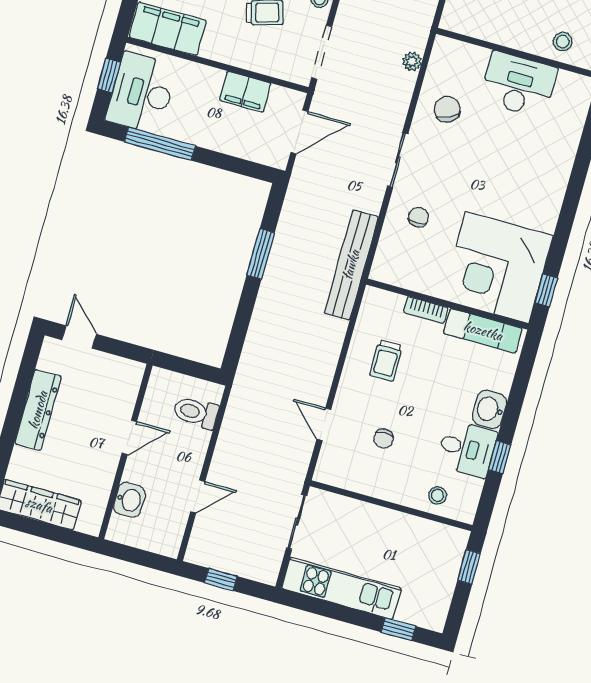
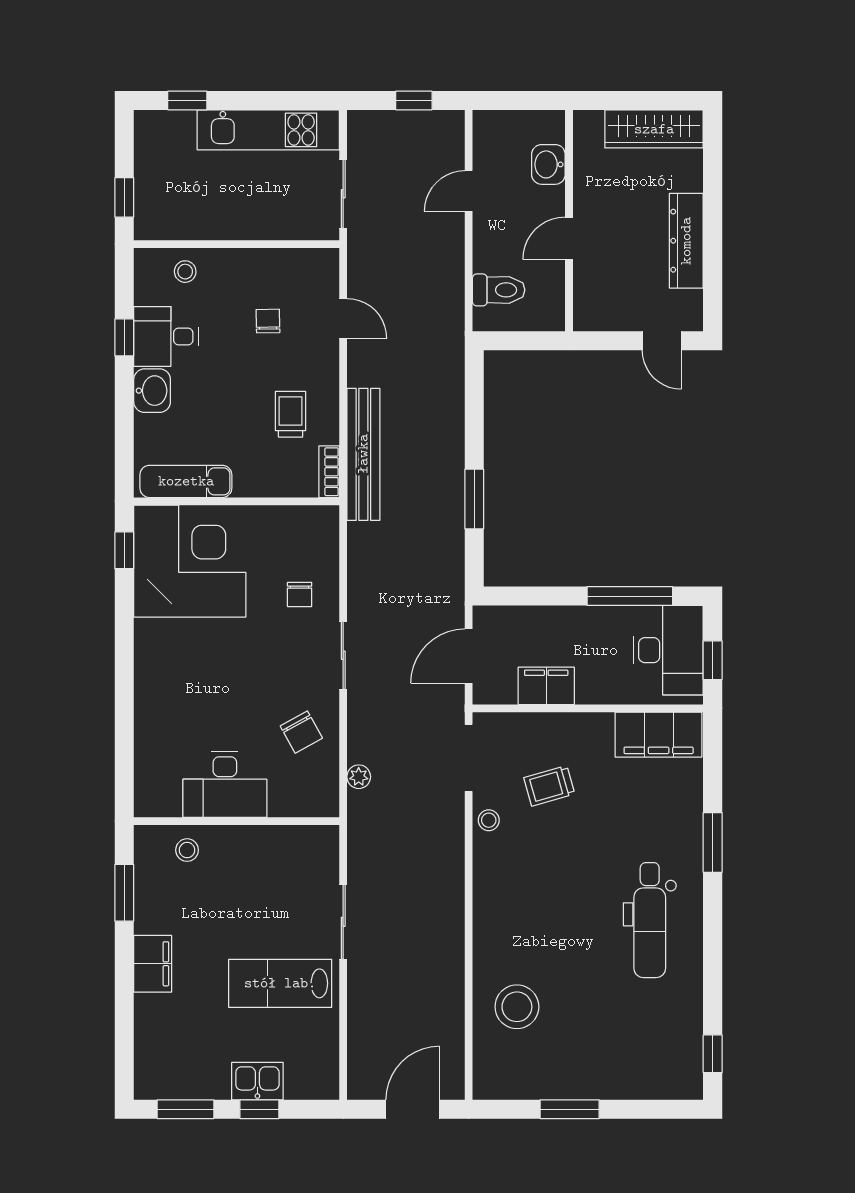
bench: (351, 265) -> (363, 454), moved
bookcase: (426, 310) -> (329, 472), moved, turned -90

